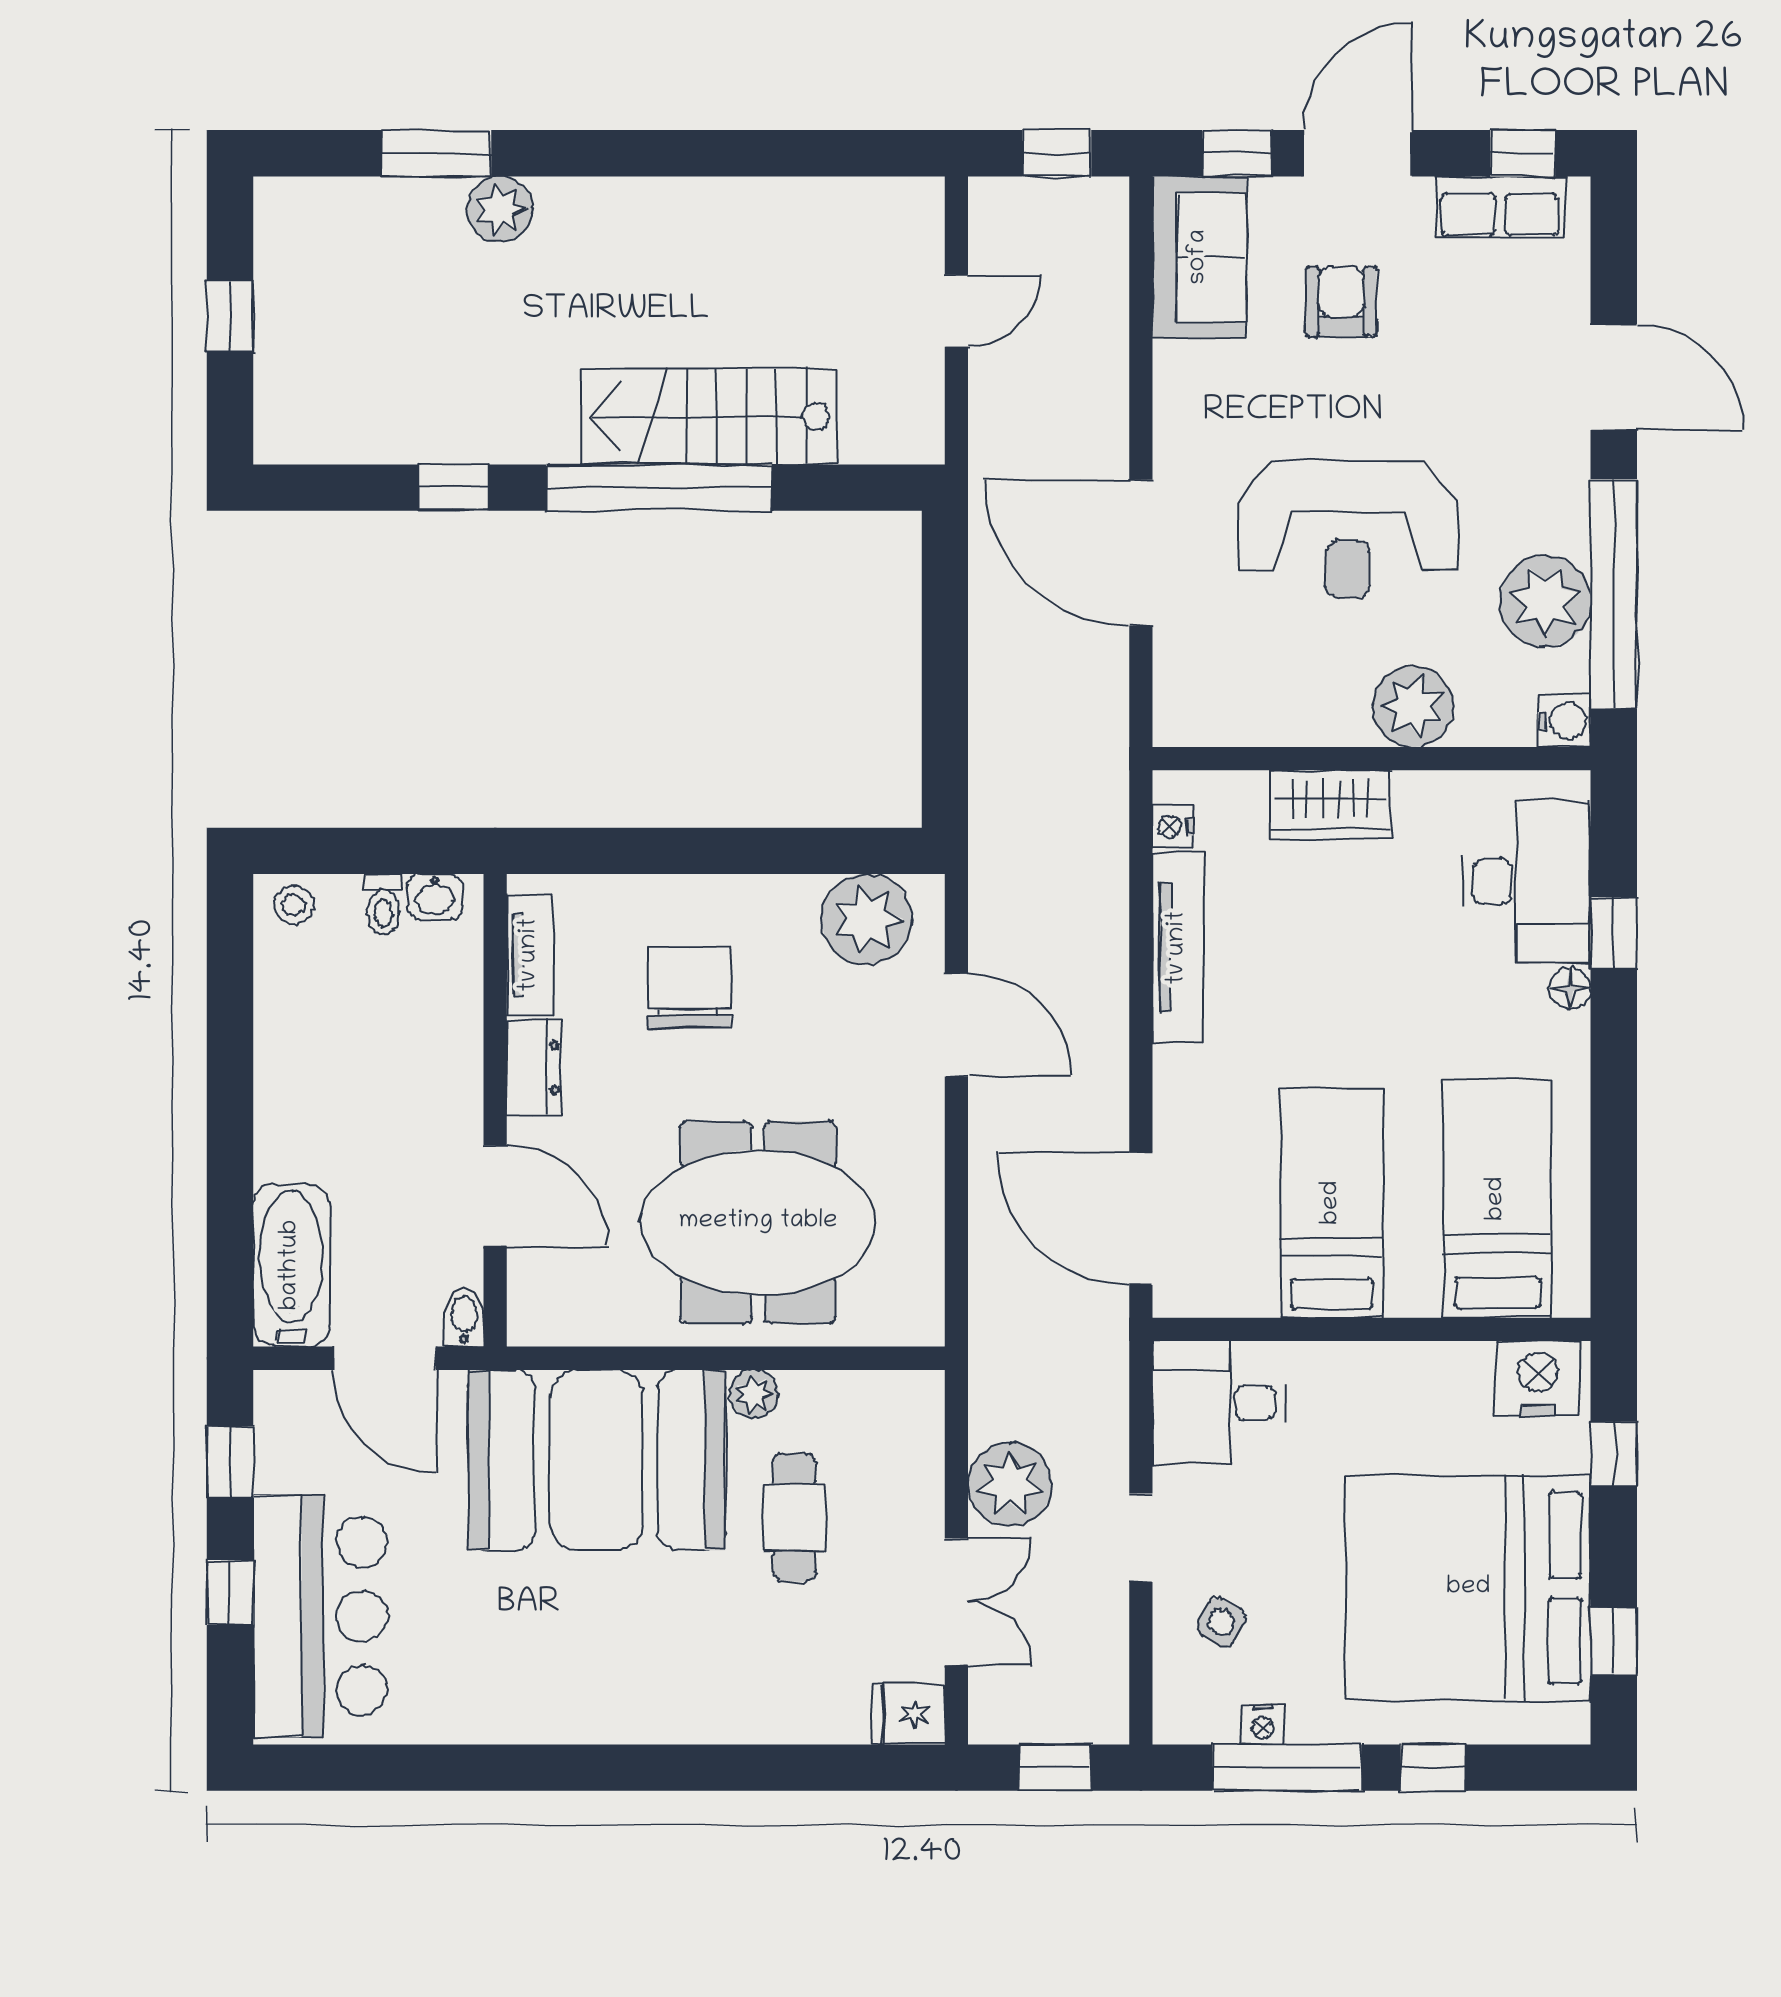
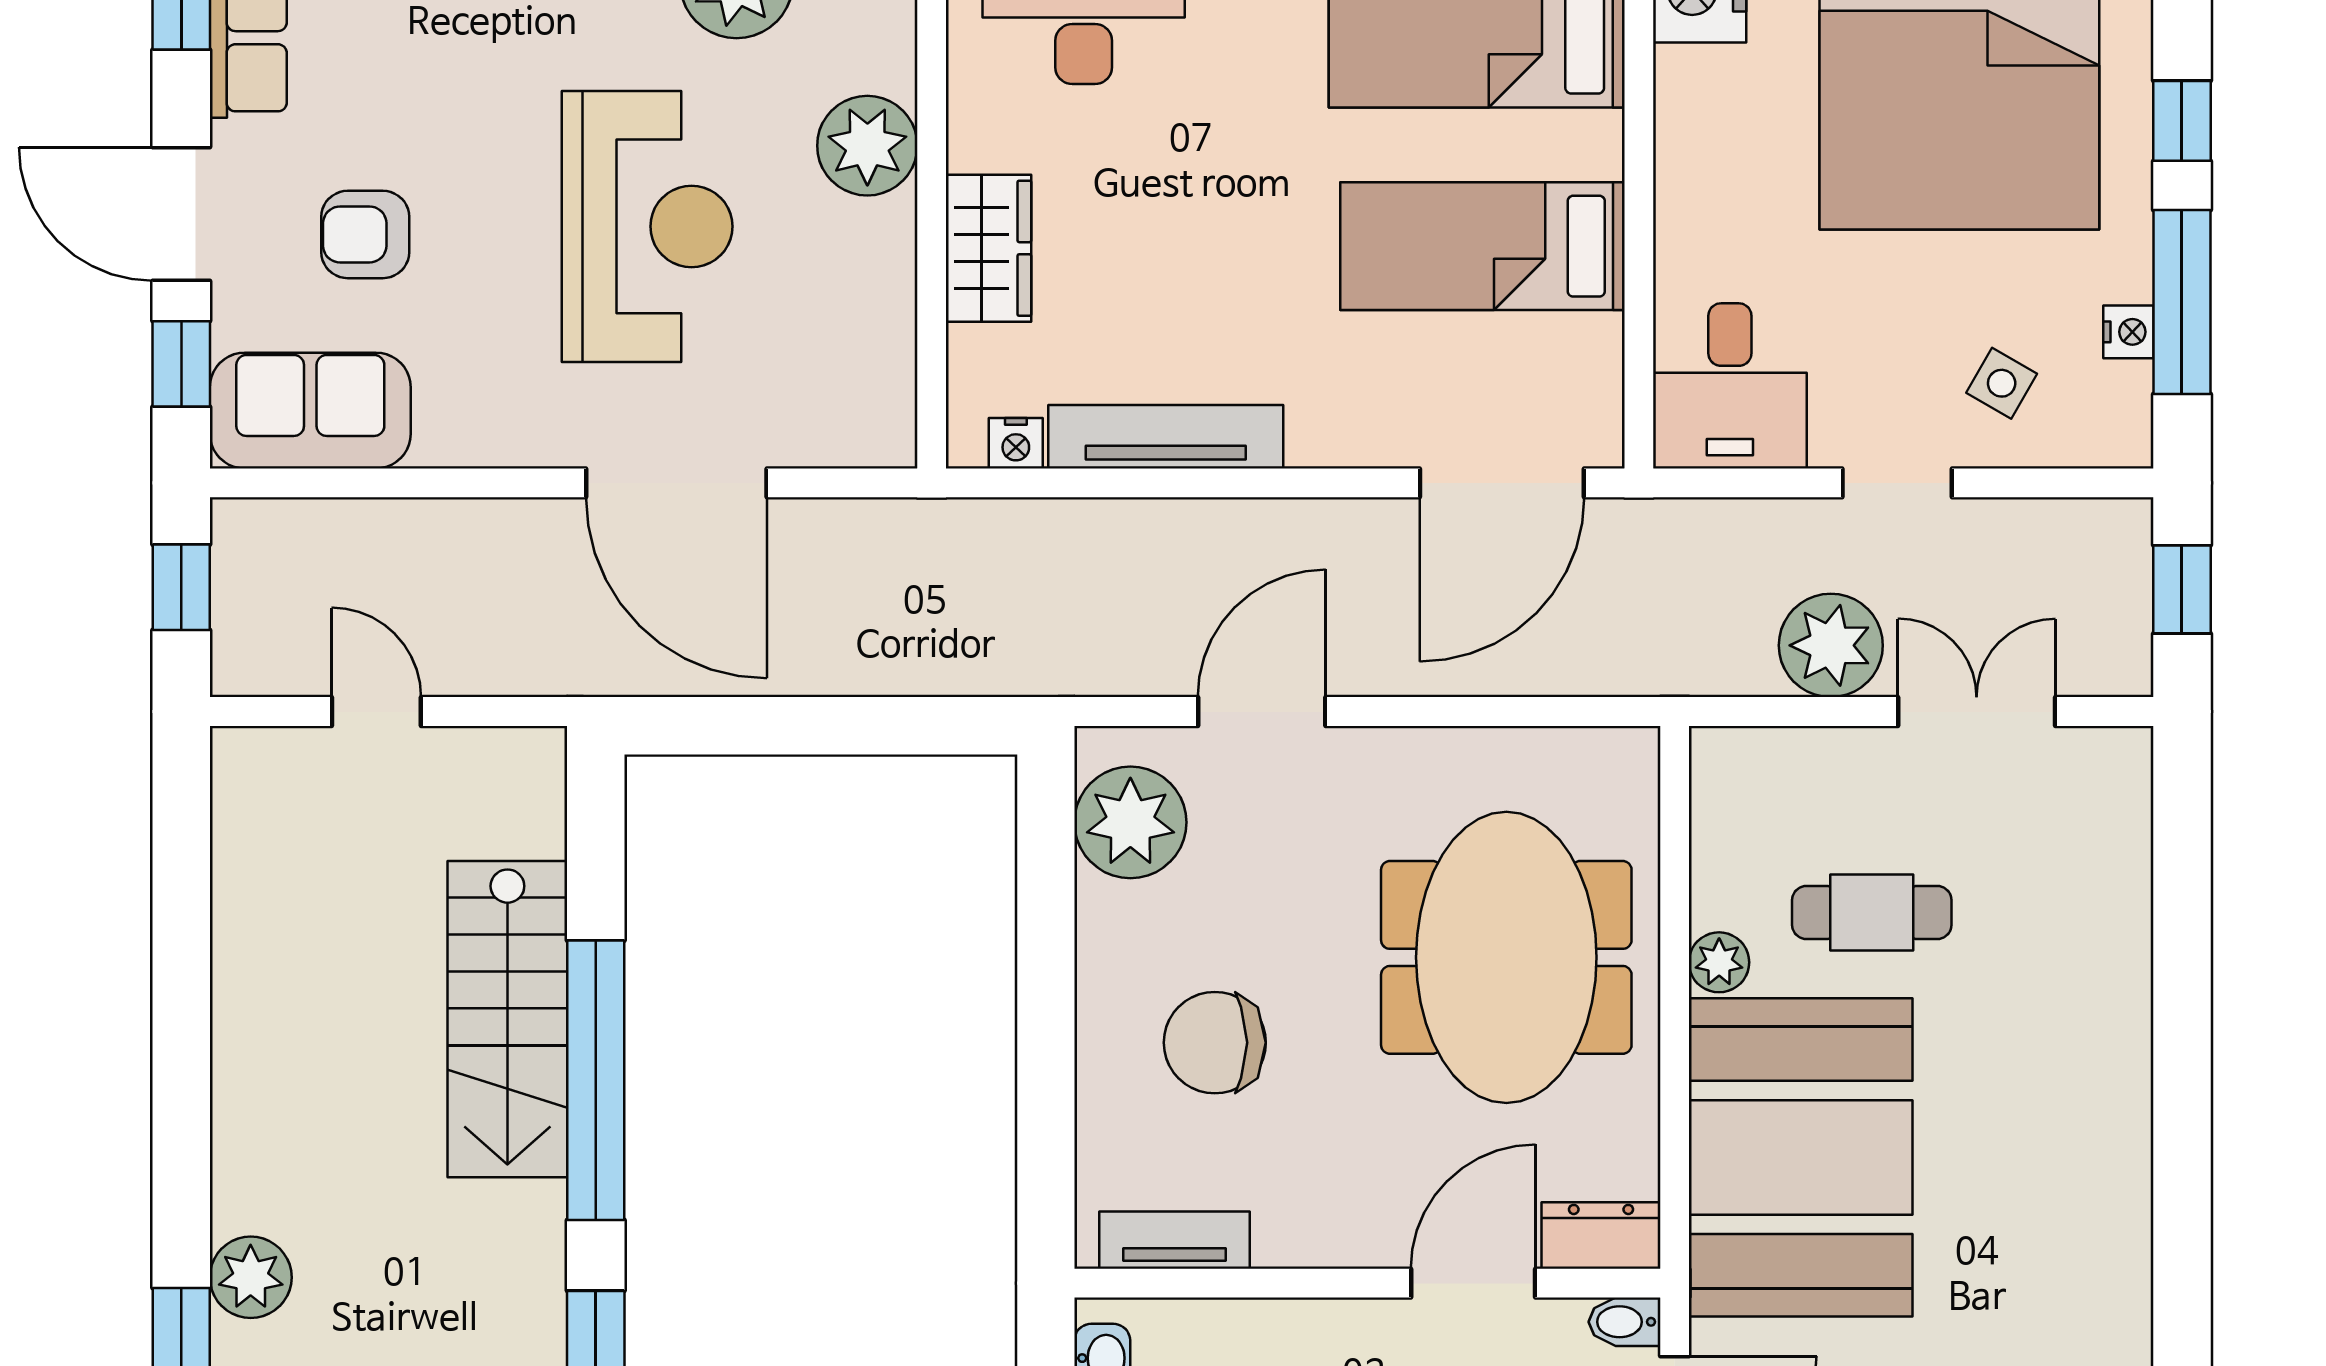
door: (1141, 553) -> (676, 483), hinge flipped
dresser: (534, 1068) -> (1601, 1235), moved
fridge: (909, 1714) -> (2116, 771), removed

